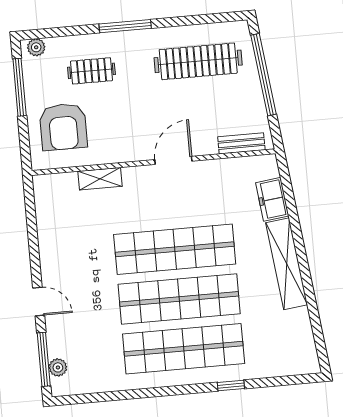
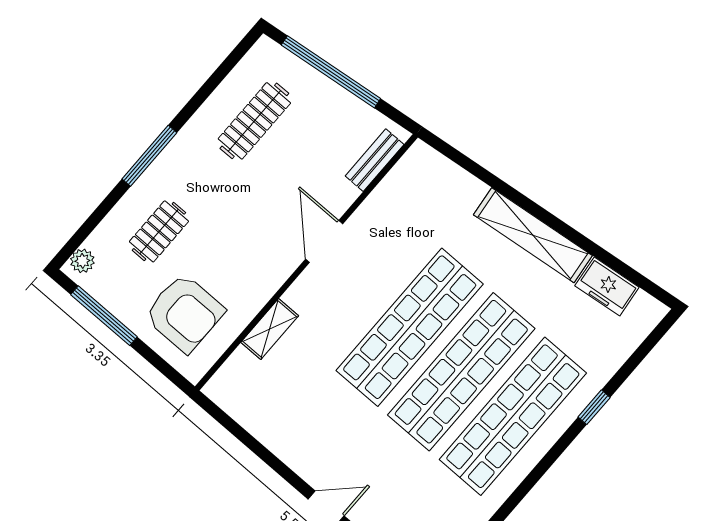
clothes rail: (198, 61) -> (254, 121), width x0.73, depth x0.76
freezer: (272, 199) -> (607, 286), moved

